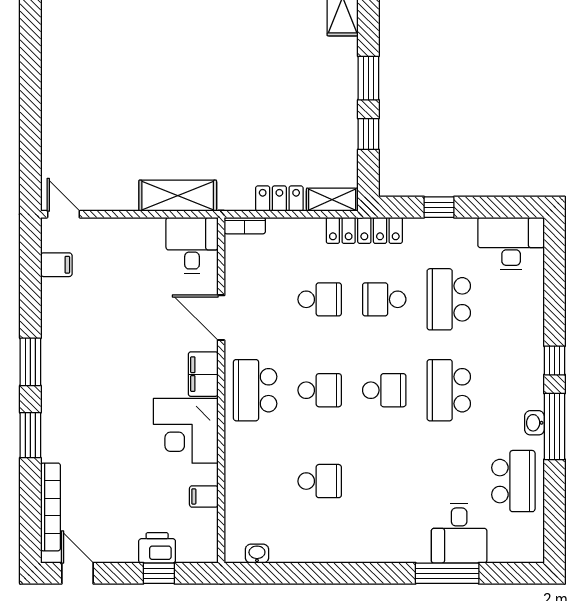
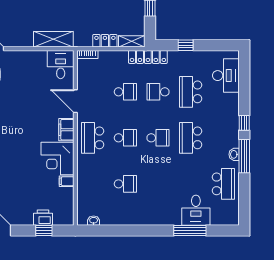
desk: (511, 243) -> (226, 76), moved, turned 90
filing cabinet: (204, 496) -> (67, 181), moved

